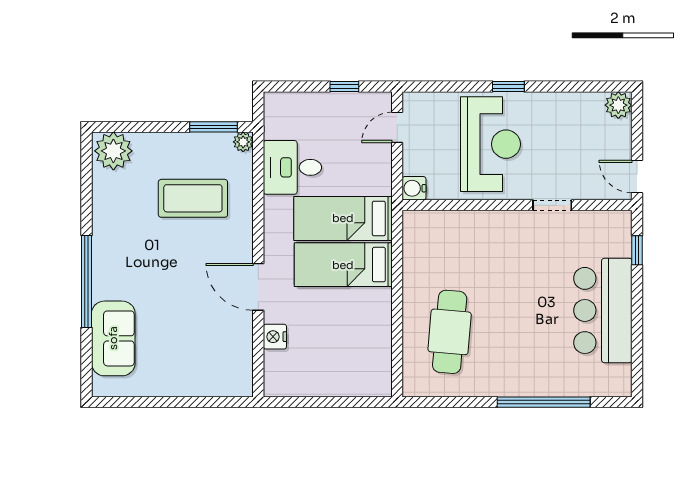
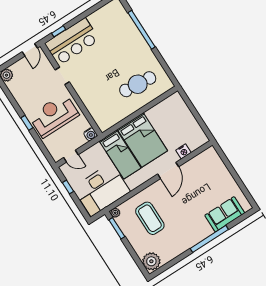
desk: (292, 167) -> (101, 190), width x1.87, depth x1.30
bed: (343, 265) -> (142, 140), width x1.50
bar counter: (603, 310) -> (72, 42), moved

